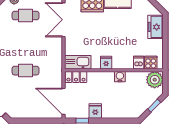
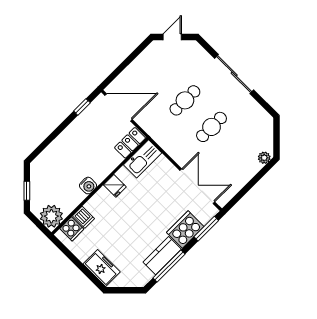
cafe table: (26, 16) -> (212, 127), moved
fridge: (95, 111) -> (79, 129), removed

